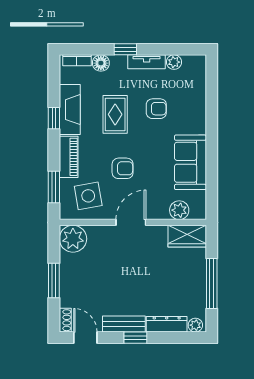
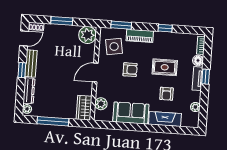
tv unit: (147, 62) -> (198, 79), moved
fireplace: (70, 110) -> (165, 119), moved, turned 180
armchair: (123, 168) -> (130, 70), turned -90
door: (131, 222) -> (95, 72), swing flipped

